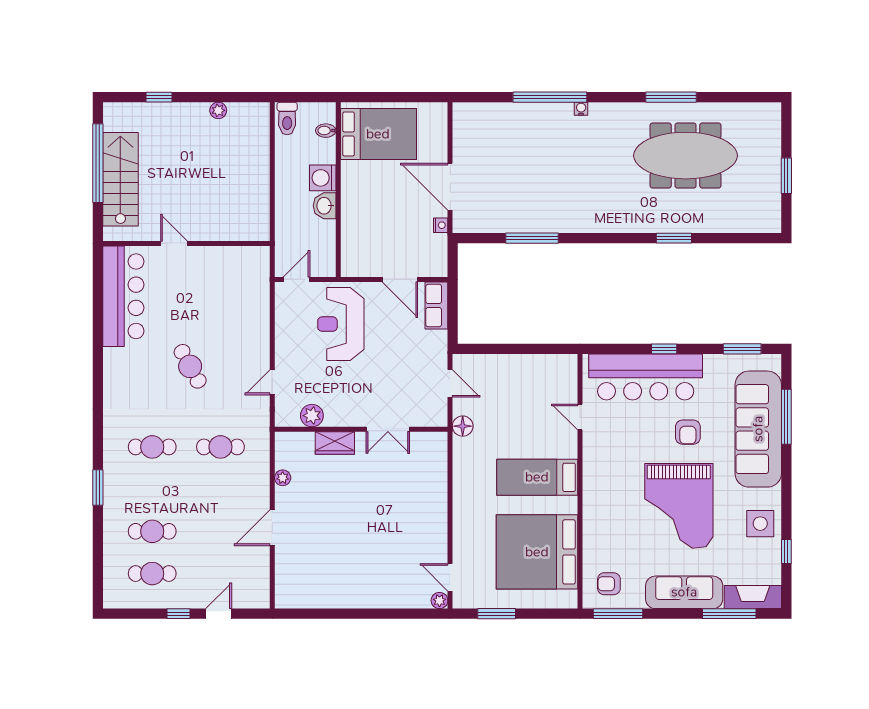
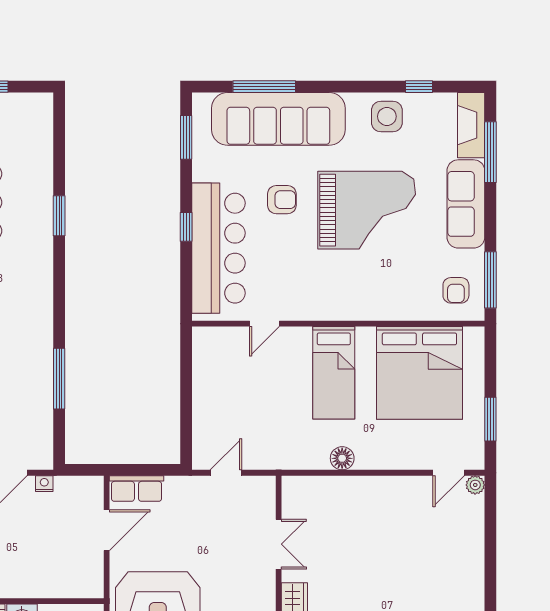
floor lamp: (463, 426) -> (342, 458), moved

